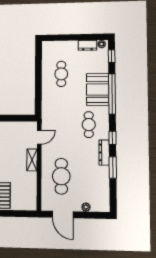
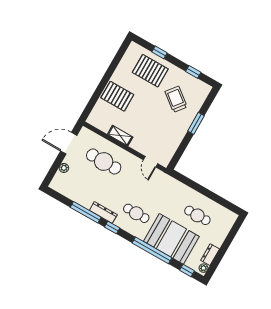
booth: (98, 89) -> (171, 239), width x1.36, depth x1.42
shelving: (32, 160) -> (120, 136), moved
window: (113, 167) -> (86, 212), width x1.44

